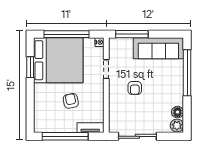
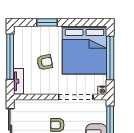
window: (30, 67) -> (47, 22), moved
doorway: (106, 69) -> (76, 97), width x1.88

